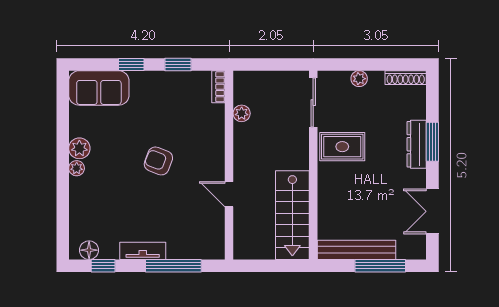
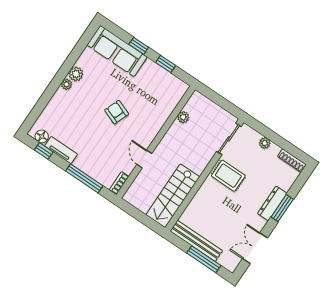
bookcase: (218, 87) -> (119, 183), moved
sofa: (99, 88) -> (117, 51), width x1.36
tv unit: (143, 251) -> (61, 150), moved

